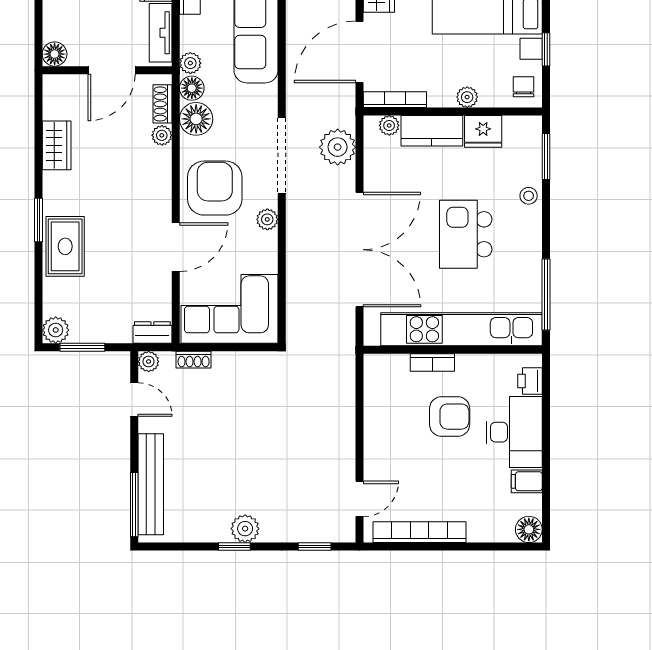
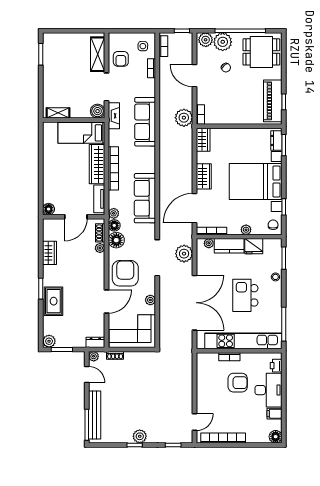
plant: (267, 219) -> (150, 300), moved

